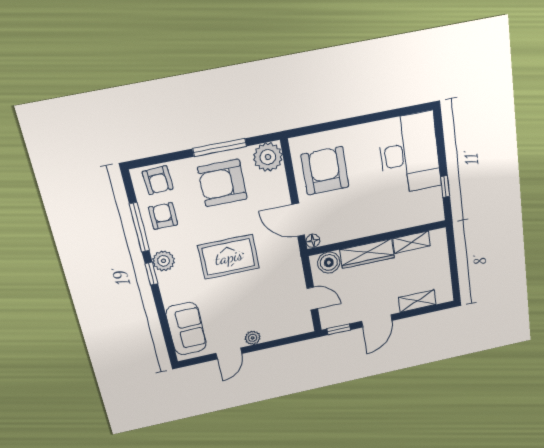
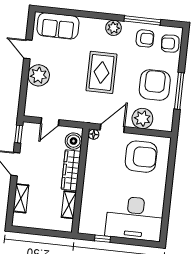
plant: (268, 157) -> (142, 119), moved
window: (151, 274) -> (107, 17), removed
plant: (253, 338) -> (39, 75), width x1.87, depth x1.87

